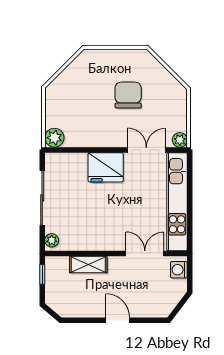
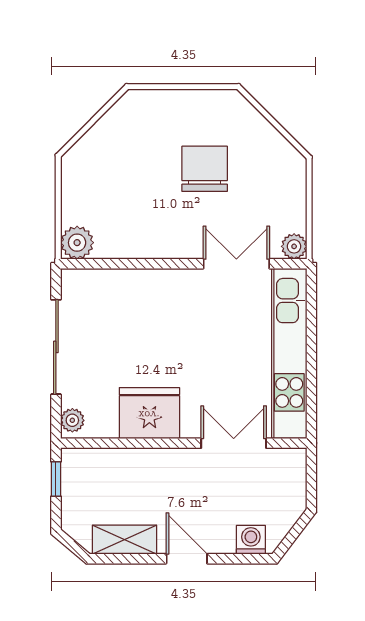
fridge: (106, 167) -> (149, 413), moved, turned 180
shelving: (88, 265) -> (125, 540), moved
washing machine: (179, 270) -> (251, 540), moved, turned 90

